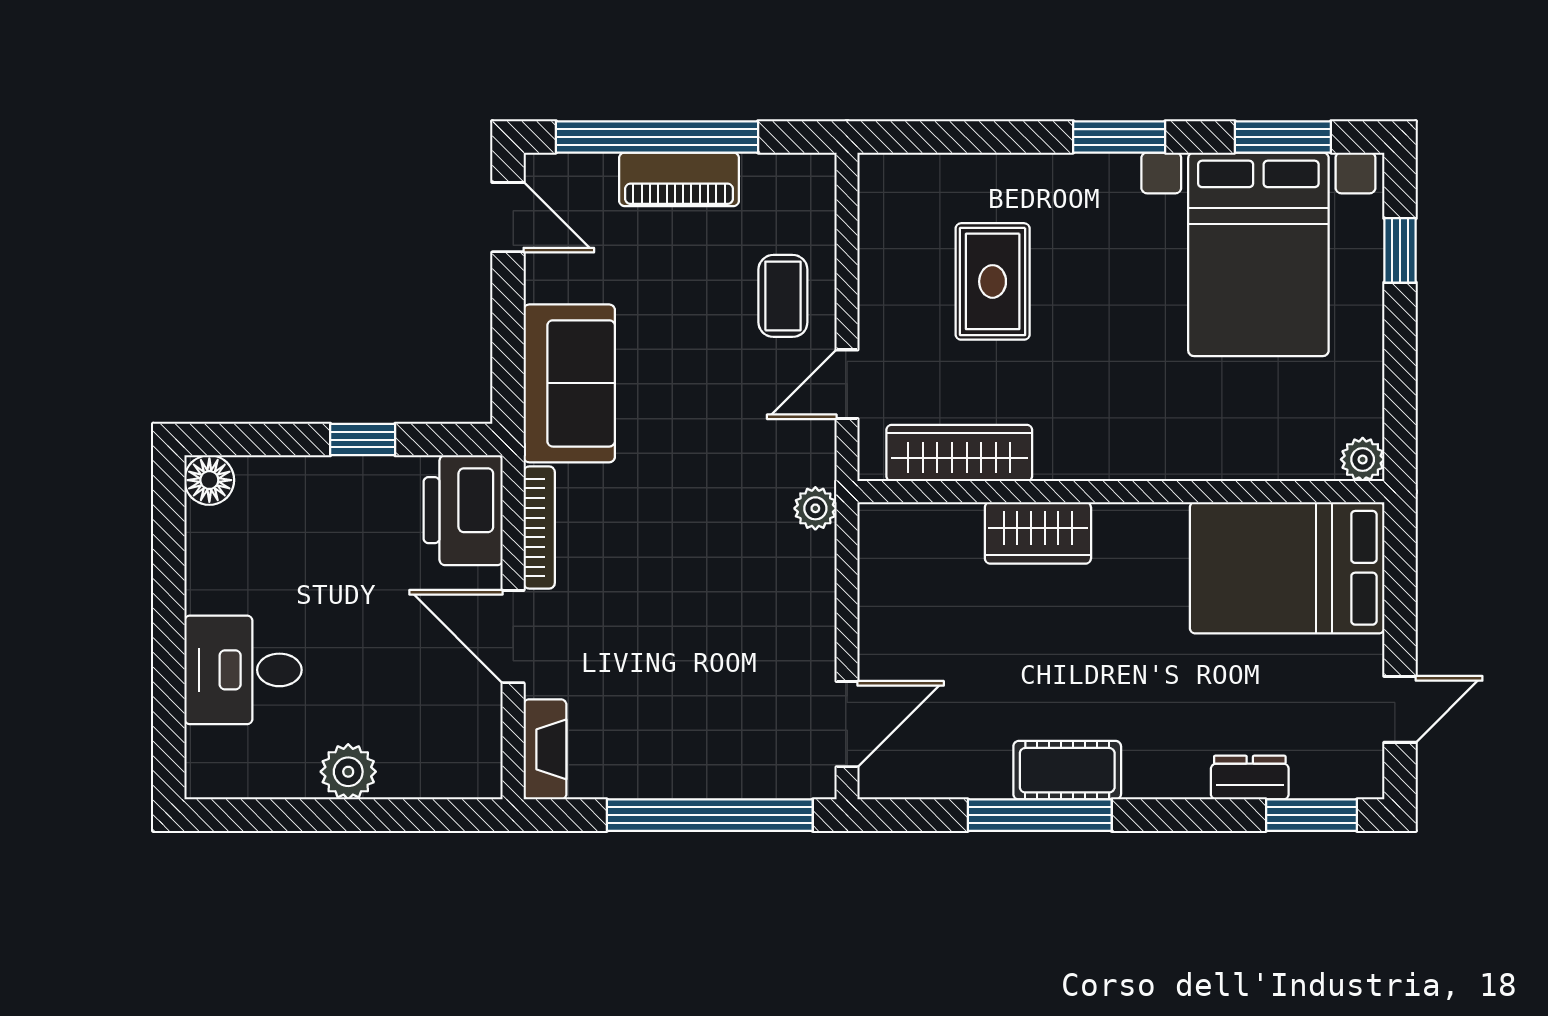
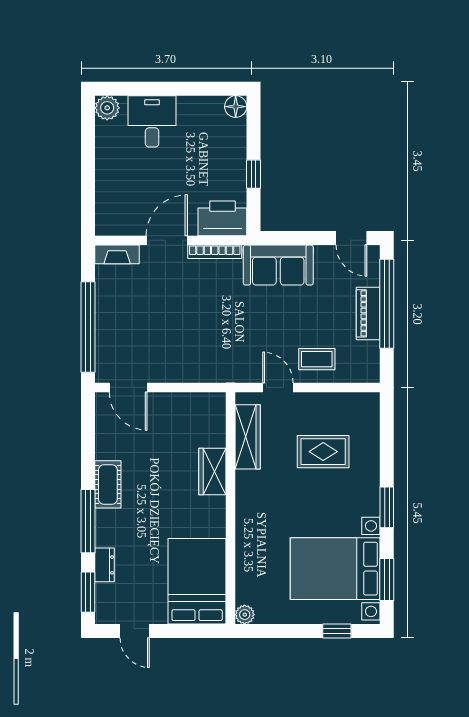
door: (508, 217) -> (351, 238), hinge flipped
plant: (815, 508) -> (223, 374), removed
plant: (348, 772) -> (107, 108), moved
window: (1040, 815) -> (88, 521), moved

